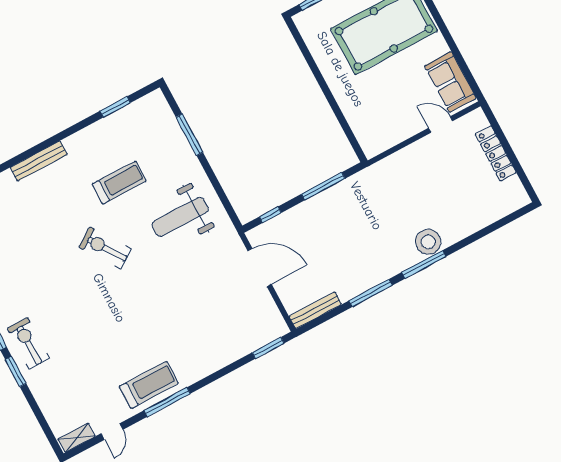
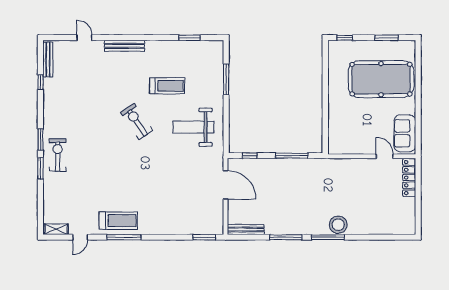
locker: (496, 153) -> (409, 178), moved

